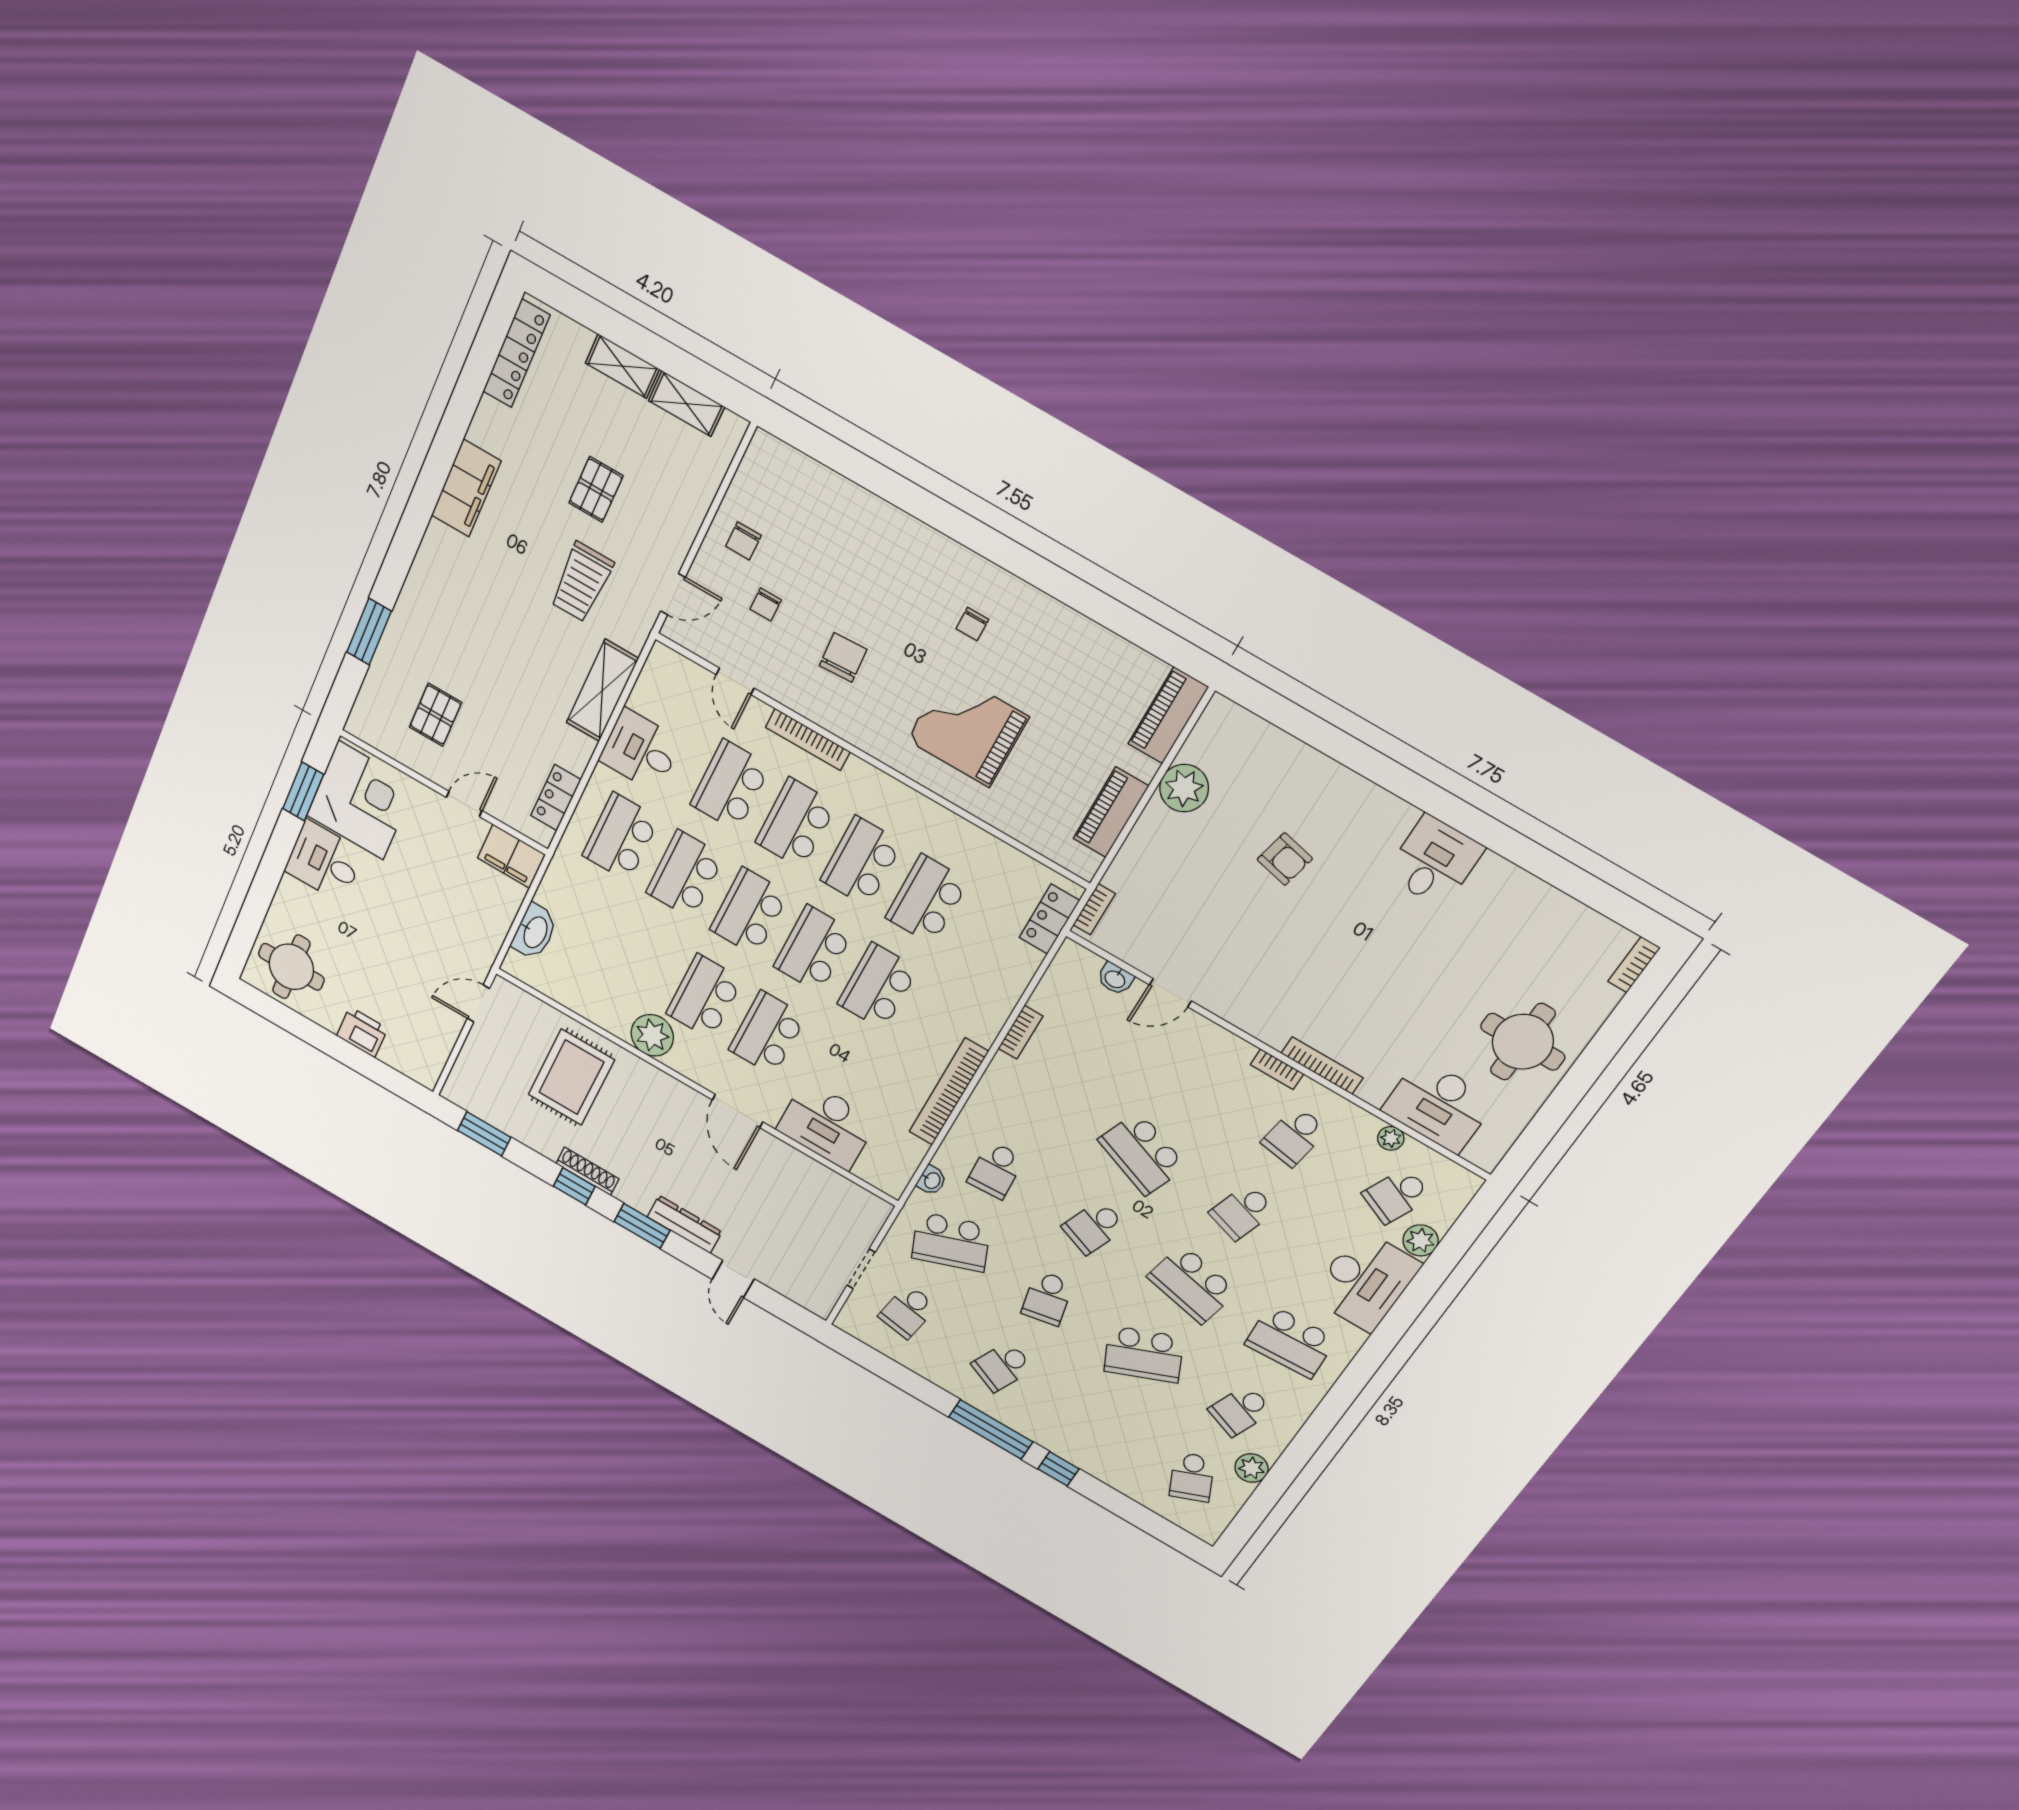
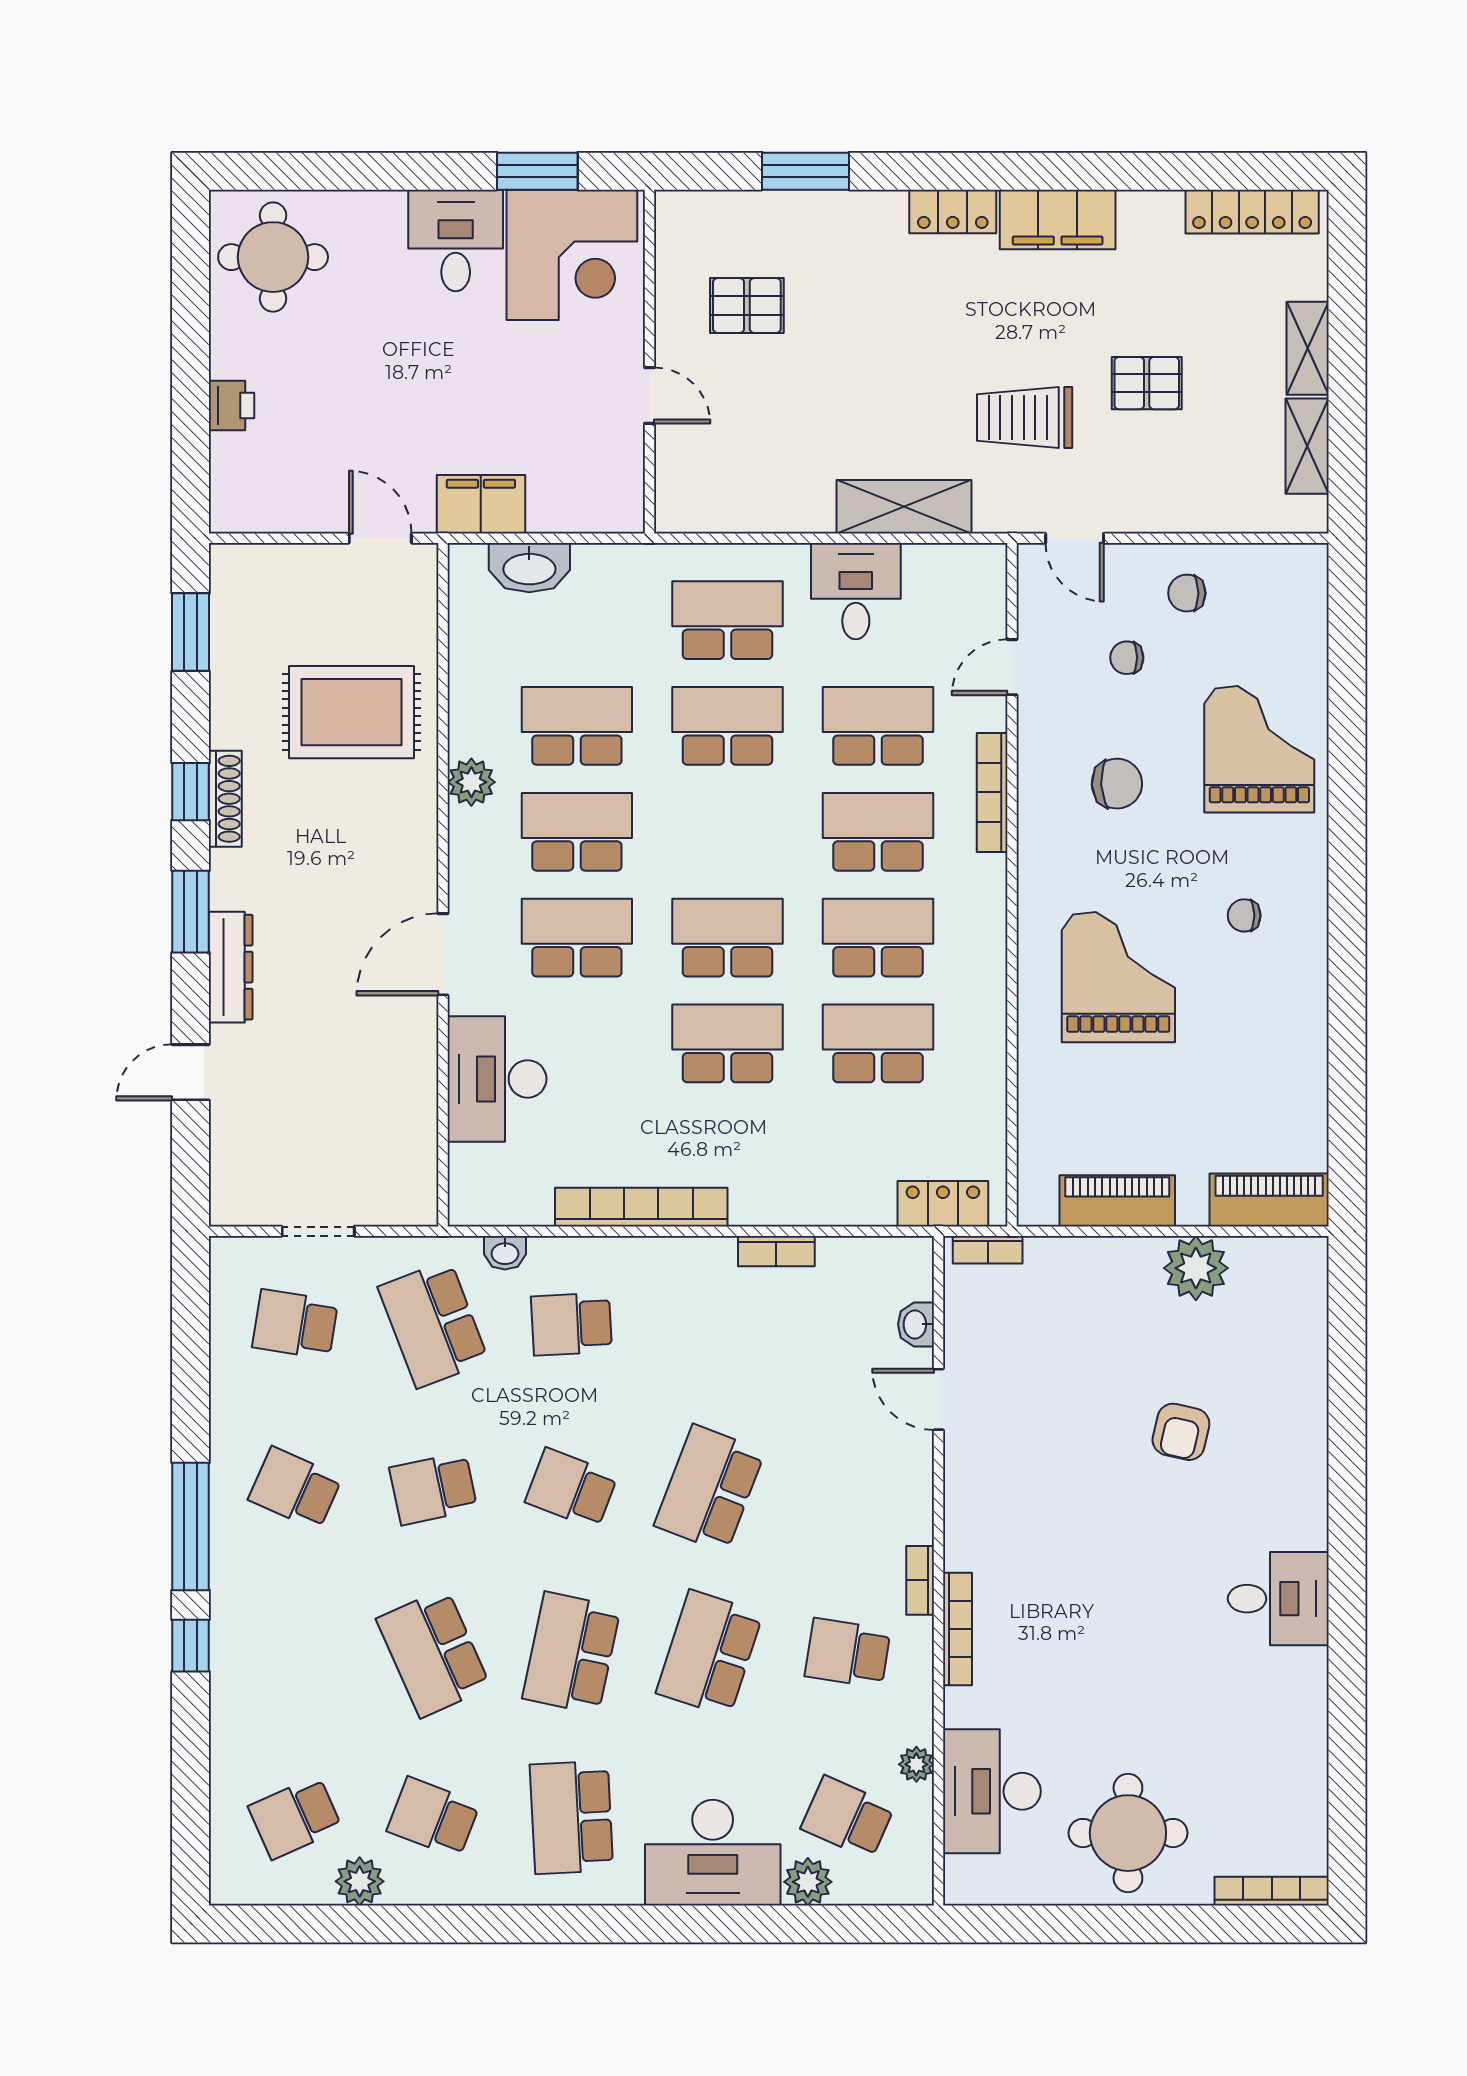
grand piano: (869, 551) -> (1259, 749), added
locker: (556, 798) -> (953, 211), moved, turned 180
filing cabinet: (511, 856) -> (481, 504), moved, turned 90
school desk: (749, 912) -> (577, 726), moved
bookcase: (1634, 965) -> (1272, 1891), width x1.56
printer: (362, 1032) -> (231, 405), width x0.73, depth x0.81
plant: (652, 1035) -> (471, 782), width x0.73, depth x0.73
school desk: (1242, 1212) -> (710, 1653), width x1.85

